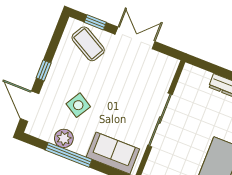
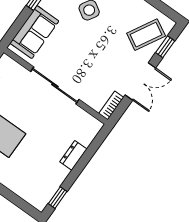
bookcase: (166, 60) -> (111, 105), added

